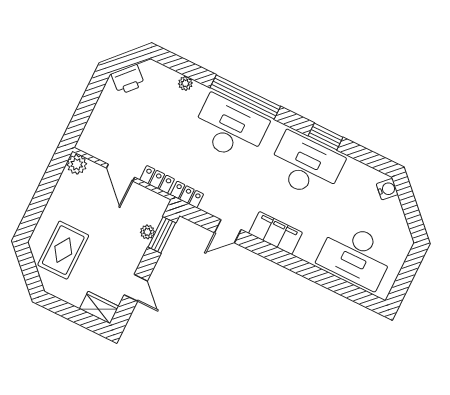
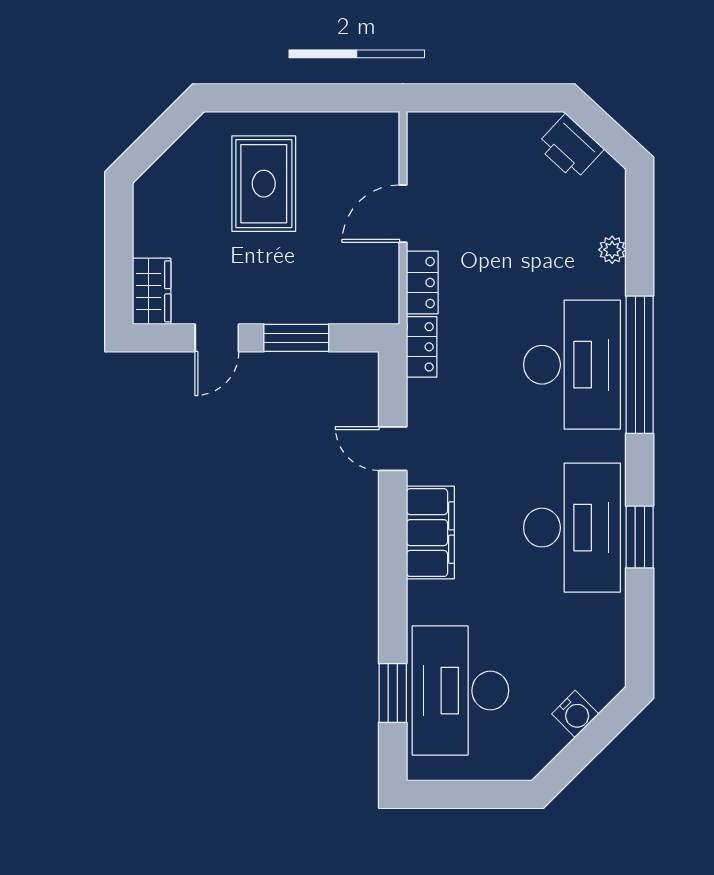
plant: (77, 164) -> (380, 131), removed
water cooler: (387, 189) -> (575, 714), moved
plant: (147, 232) -> (323, 310), removed
window: (162, 235) -> (296, 338), moved
rug: (63, 250) -> (264, 184), moved, turned 90
window: (342, 287) -> (393, 693), added

